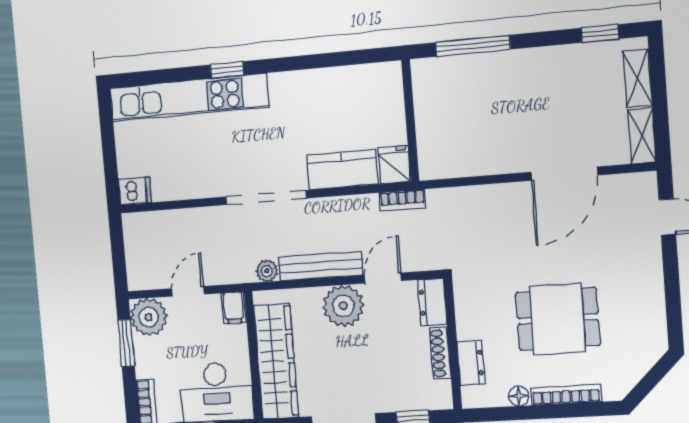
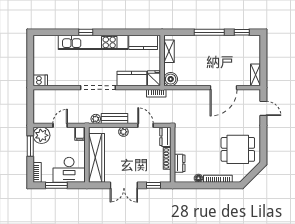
window: (473, 46) -> (209, 32), moved
shelving: (637, 78) -> (169, 51), moved
kitchen counter: (362, 81) -> (143, 42), added
kitchen unit: (189, 98) -> (93, 42), moved
boiler: (434, 163) -> (171, 79), added
bench: (321, 266) -> (115, 118), width x0.73
door: (383, 278) -> (146, 125), hinge flipped
plant: (343, 306) -> (123, 132), width x0.53, depth x0.53
dining table: (558, 319) -> (238, 149), moved

